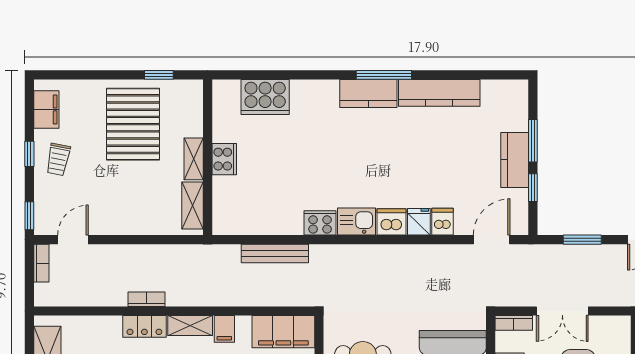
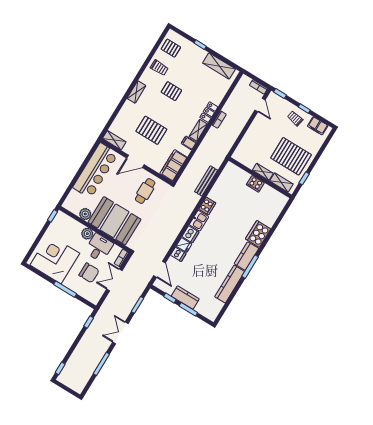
cooker: (265, 97) -> (258, 234), moved
shelving: (192, 205) -> (281, 182), moved

